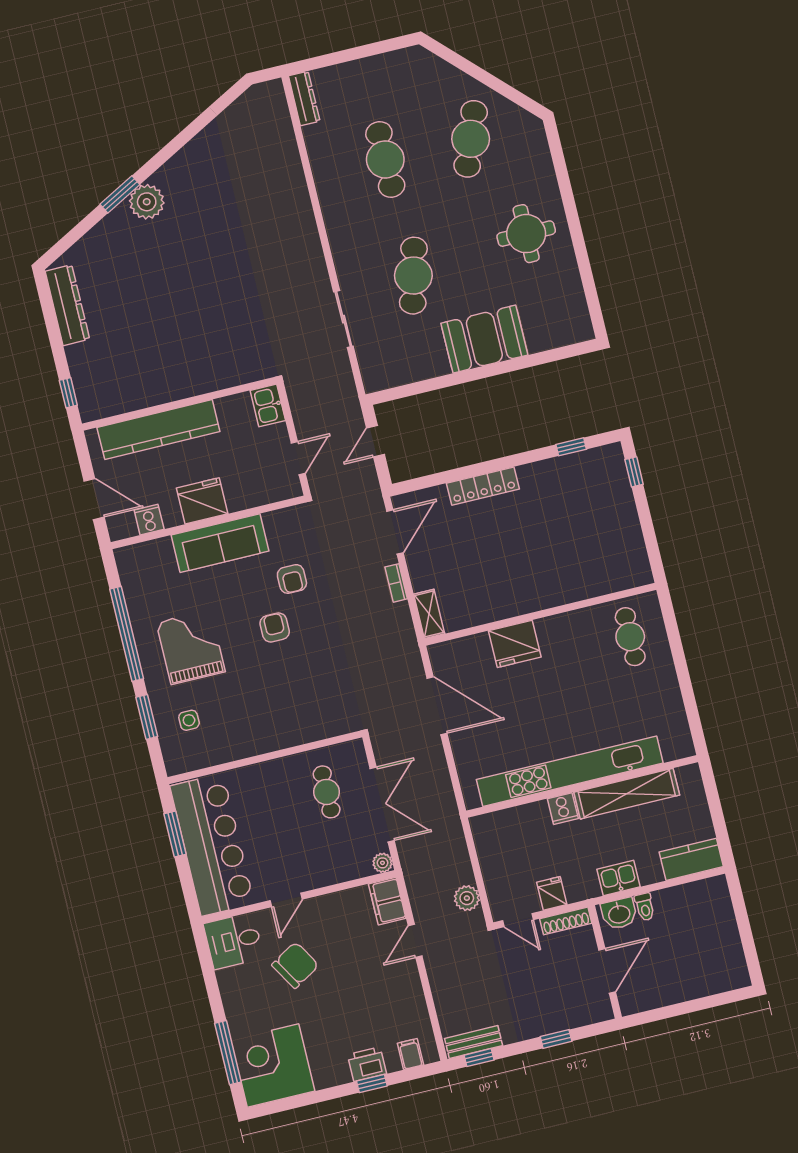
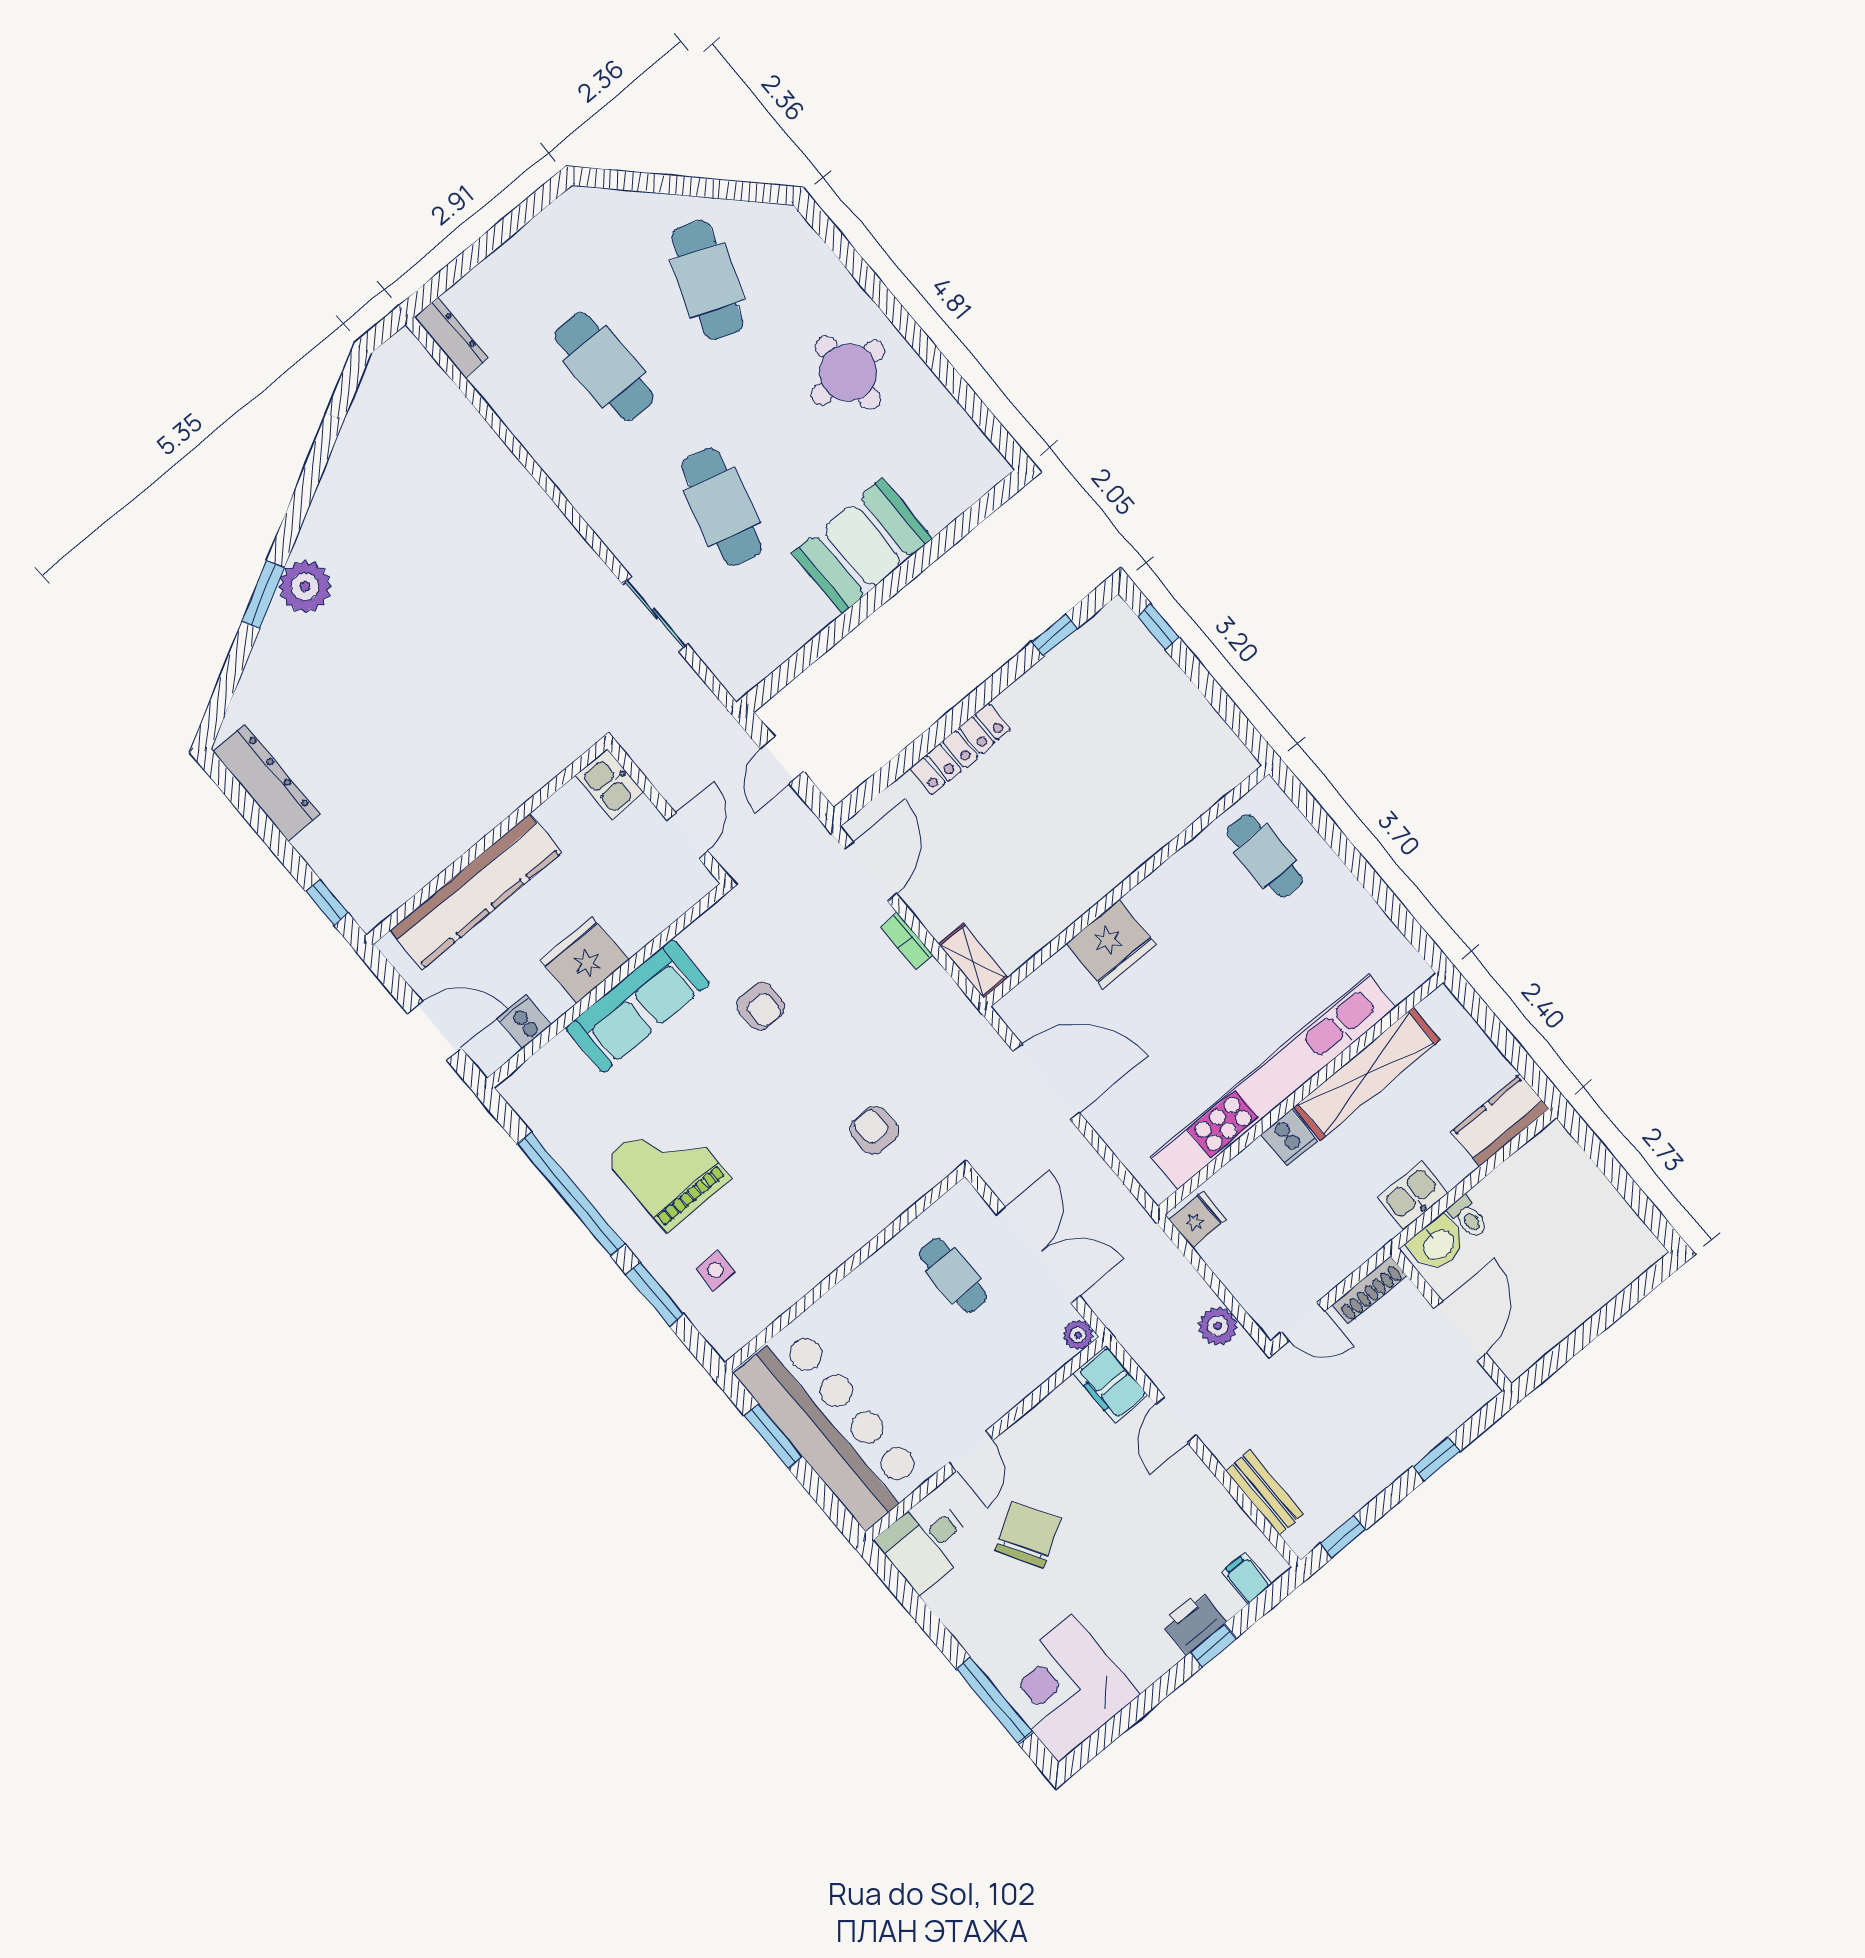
armchair: (275, 627) -> (874, 1130), moved
fridge: (552, 893) -> (1198, 1220), moved, turned 90
bench: (474, 1042) -> (1265, 1493), moved, turned 90

